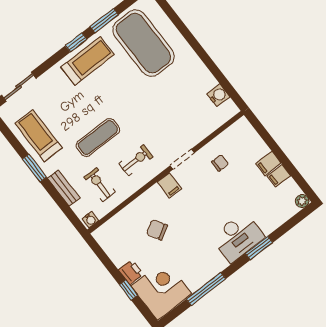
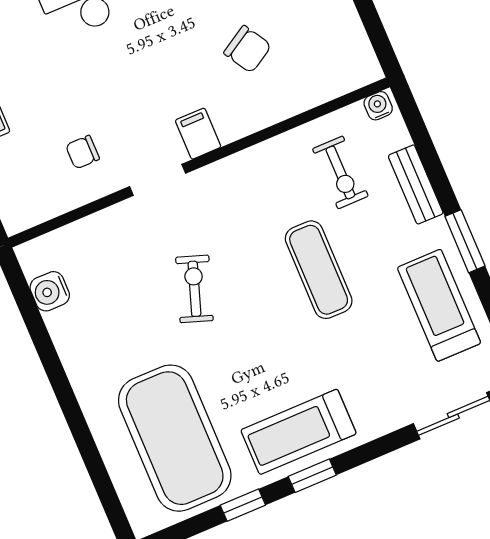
window: (104, 21) -> (243, 505), width x0.67
treadmill: (38, 136) -> (439, 305), turned 180
exercise mat: (98, 137) -> (319, 270), turned 90
exercise bike: (136, 160) -> (194, 289), moved, turned 109

